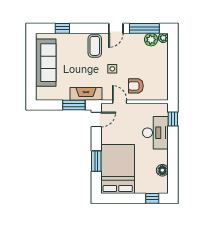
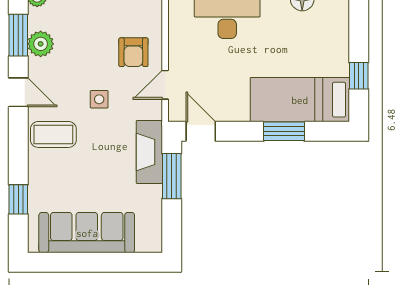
window: (144, 28) -> (18, 35), width x0.69
plant: (151, 40) -> (41, 44), moved
bed: (118, 169) -> (300, 100), width x0.67
window: (152, 198) -> (359, 76), moved

